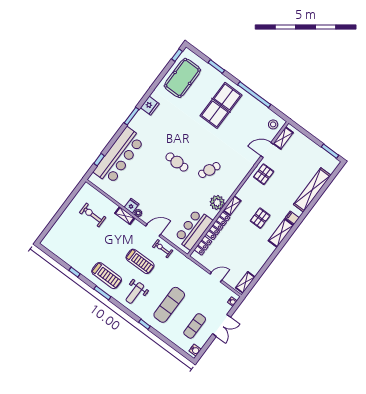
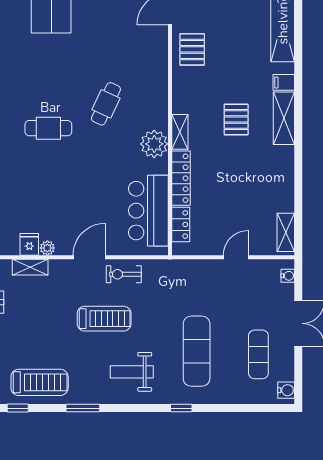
treadmill: (107, 276) -> (40, 382), moved
weight bench: (135, 293) -> (132, 372), turned 90

